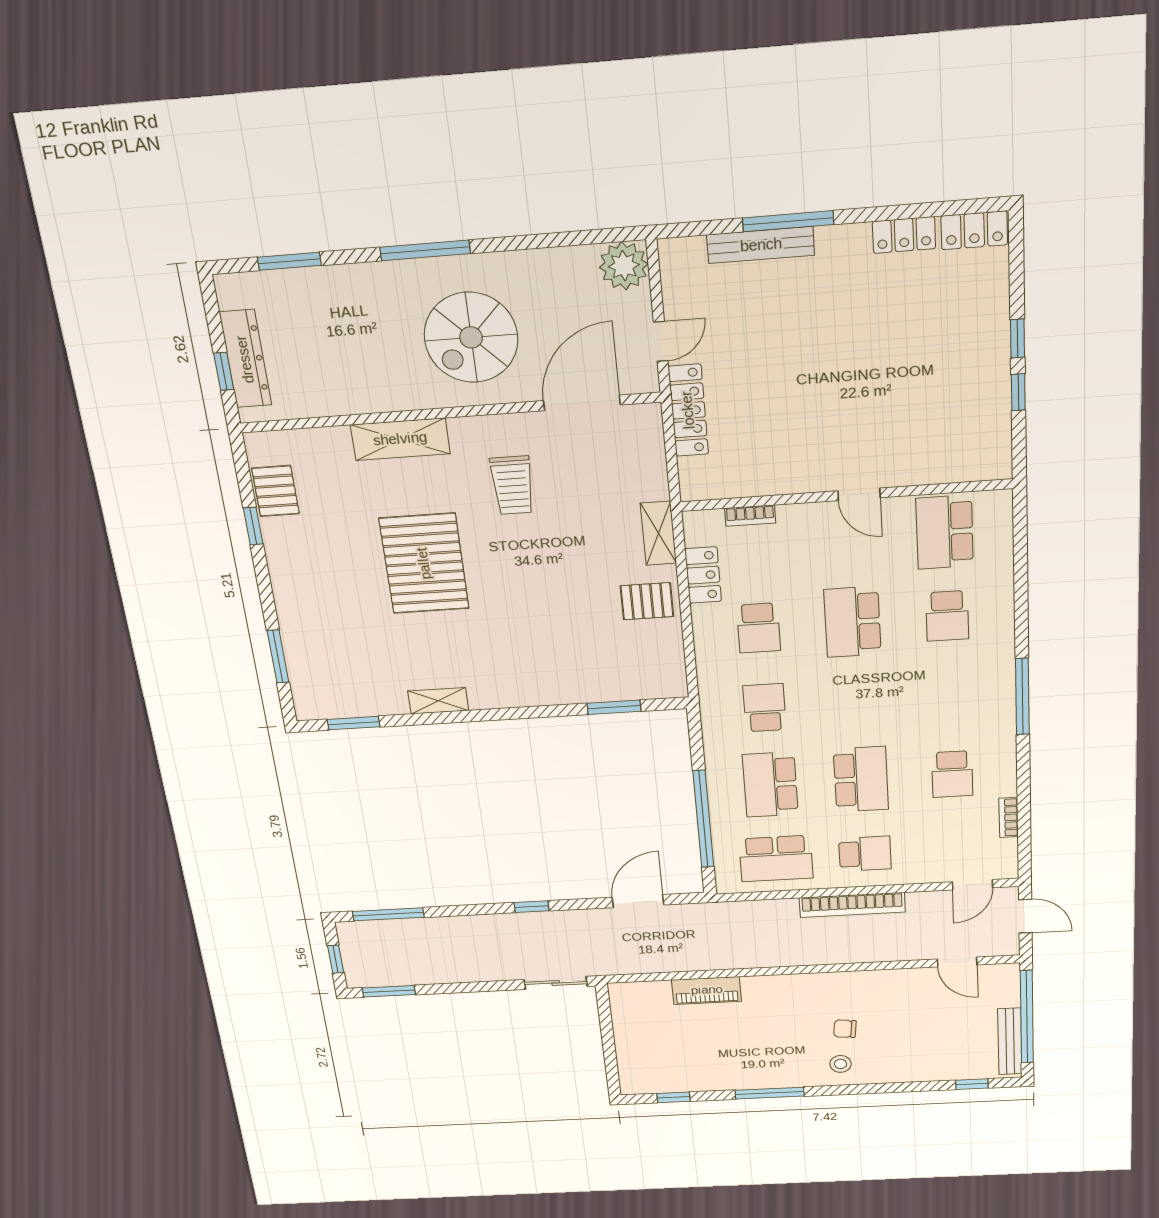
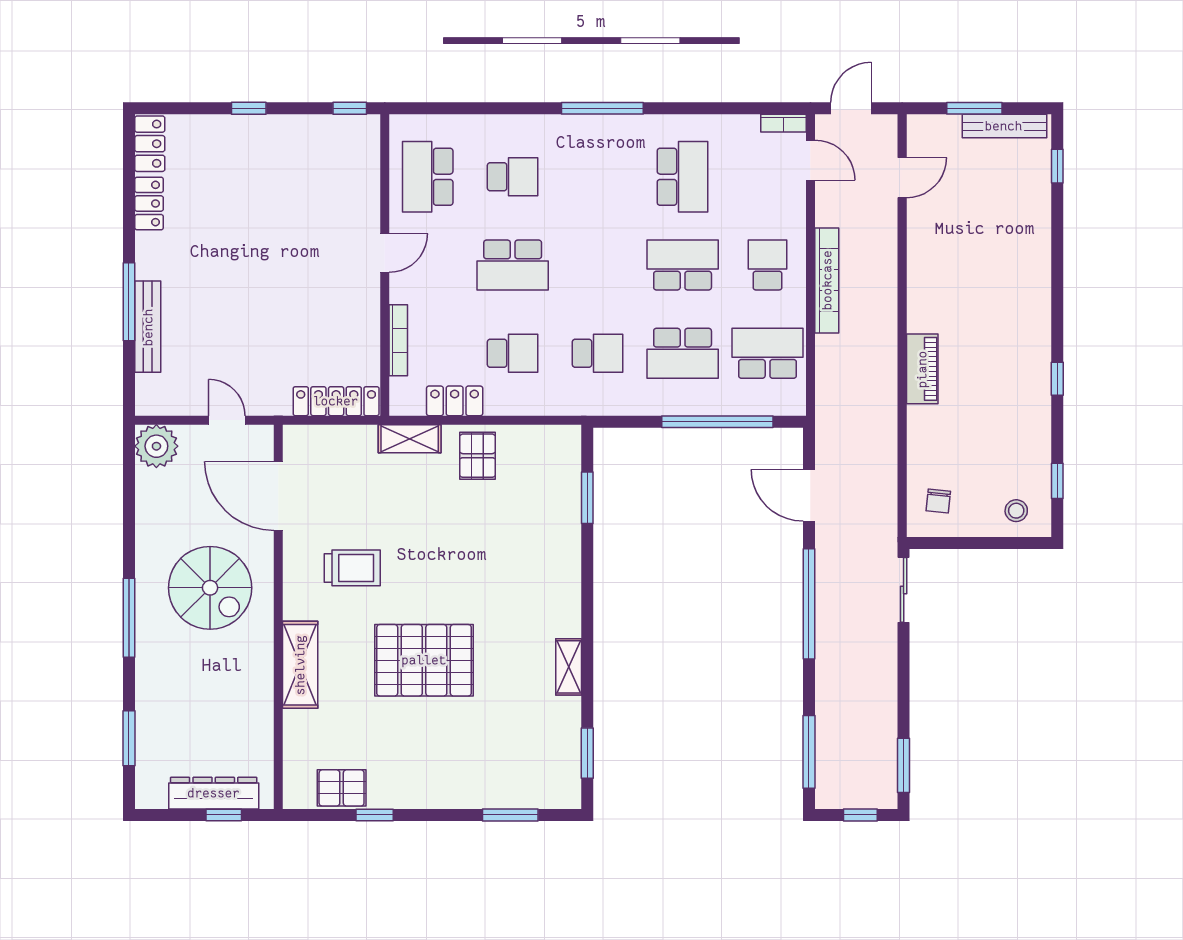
window: (1018, 392) -> (350, 108), moved
locker: (688, 410) -> (336, 401), moved
bookcase: (750, 516) -> (398, 340), width x1.56
school desk: (945, 532) -> (428, 177), turned 90
school desk: (765, 708) -> (598, 353), turned 180
school desk: (952, 774) -> (683, 177), width x1.85
bookcase: (1009, 818) -> (783, 123), moved
school desk: (776, 859) -> (768, 353), turned -90
window: (532, 907) -> (809, 604), width x3.17
piano: (707, 990) -> (922, 369), moved
window: (1027, 1017) -> (974, 108), width x0.47
chair: (845, 1029) -> (938, 501), moved
stool: (841, 1064) -> (1016, 511), moved
window: (770, 1093) -> (1057, 379), width x0.46

